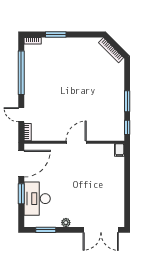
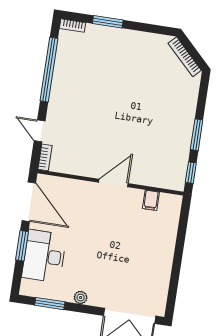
filing cabinet: (119, 150) -> (151, 200), moved
door: (21, 164) -> (29, 202), hinge flipped

